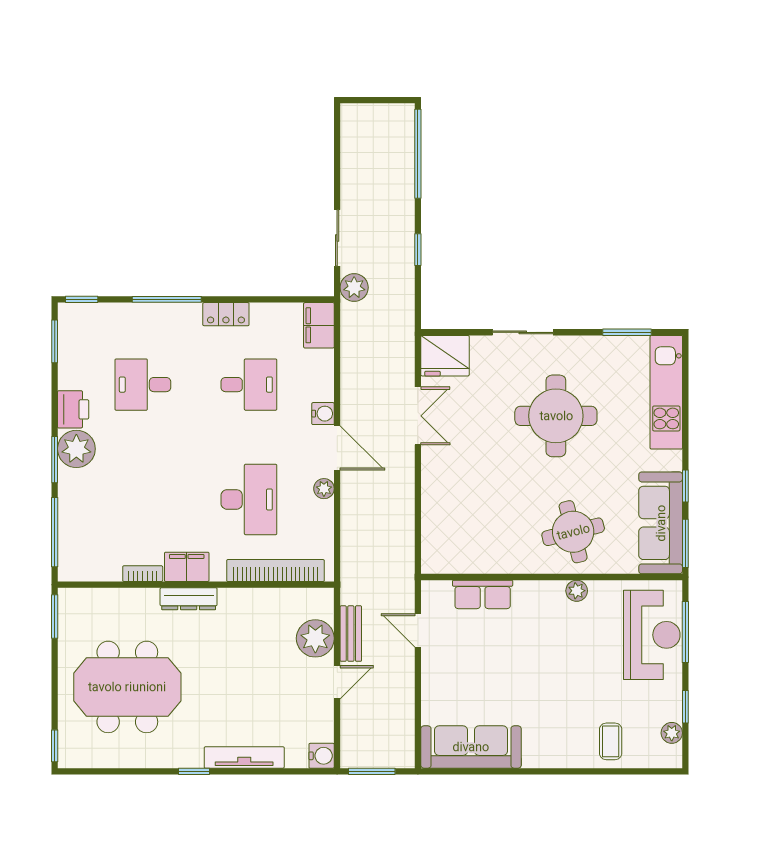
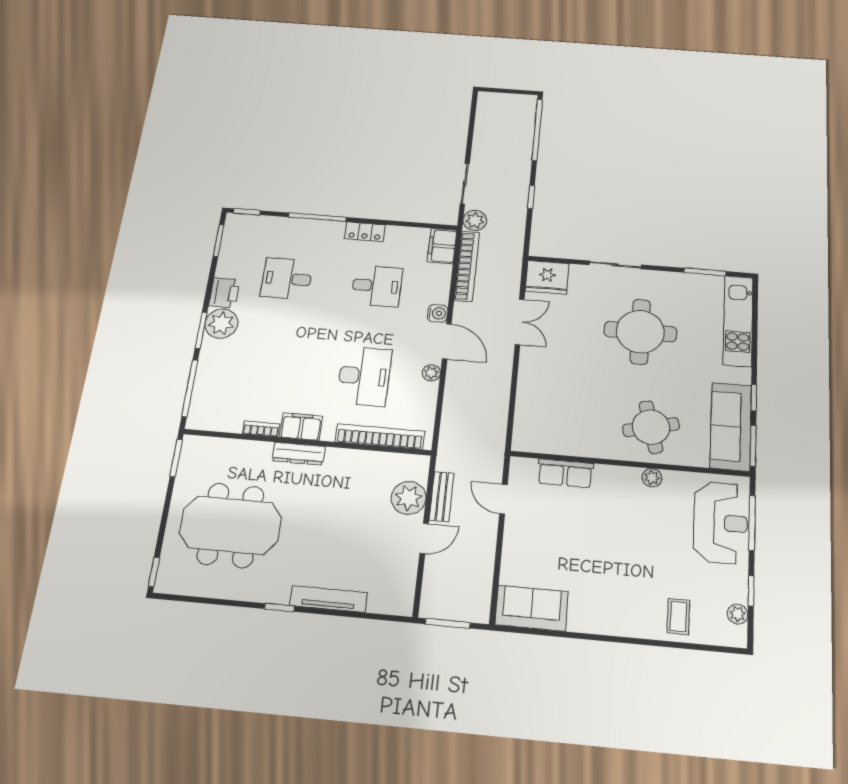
bookcase: (351, 350) -> (467, 266), added
sofa: (471, 747) -> (532, 608), width x0.73
water cooler: (322, 756) -> (402, 604), removed

